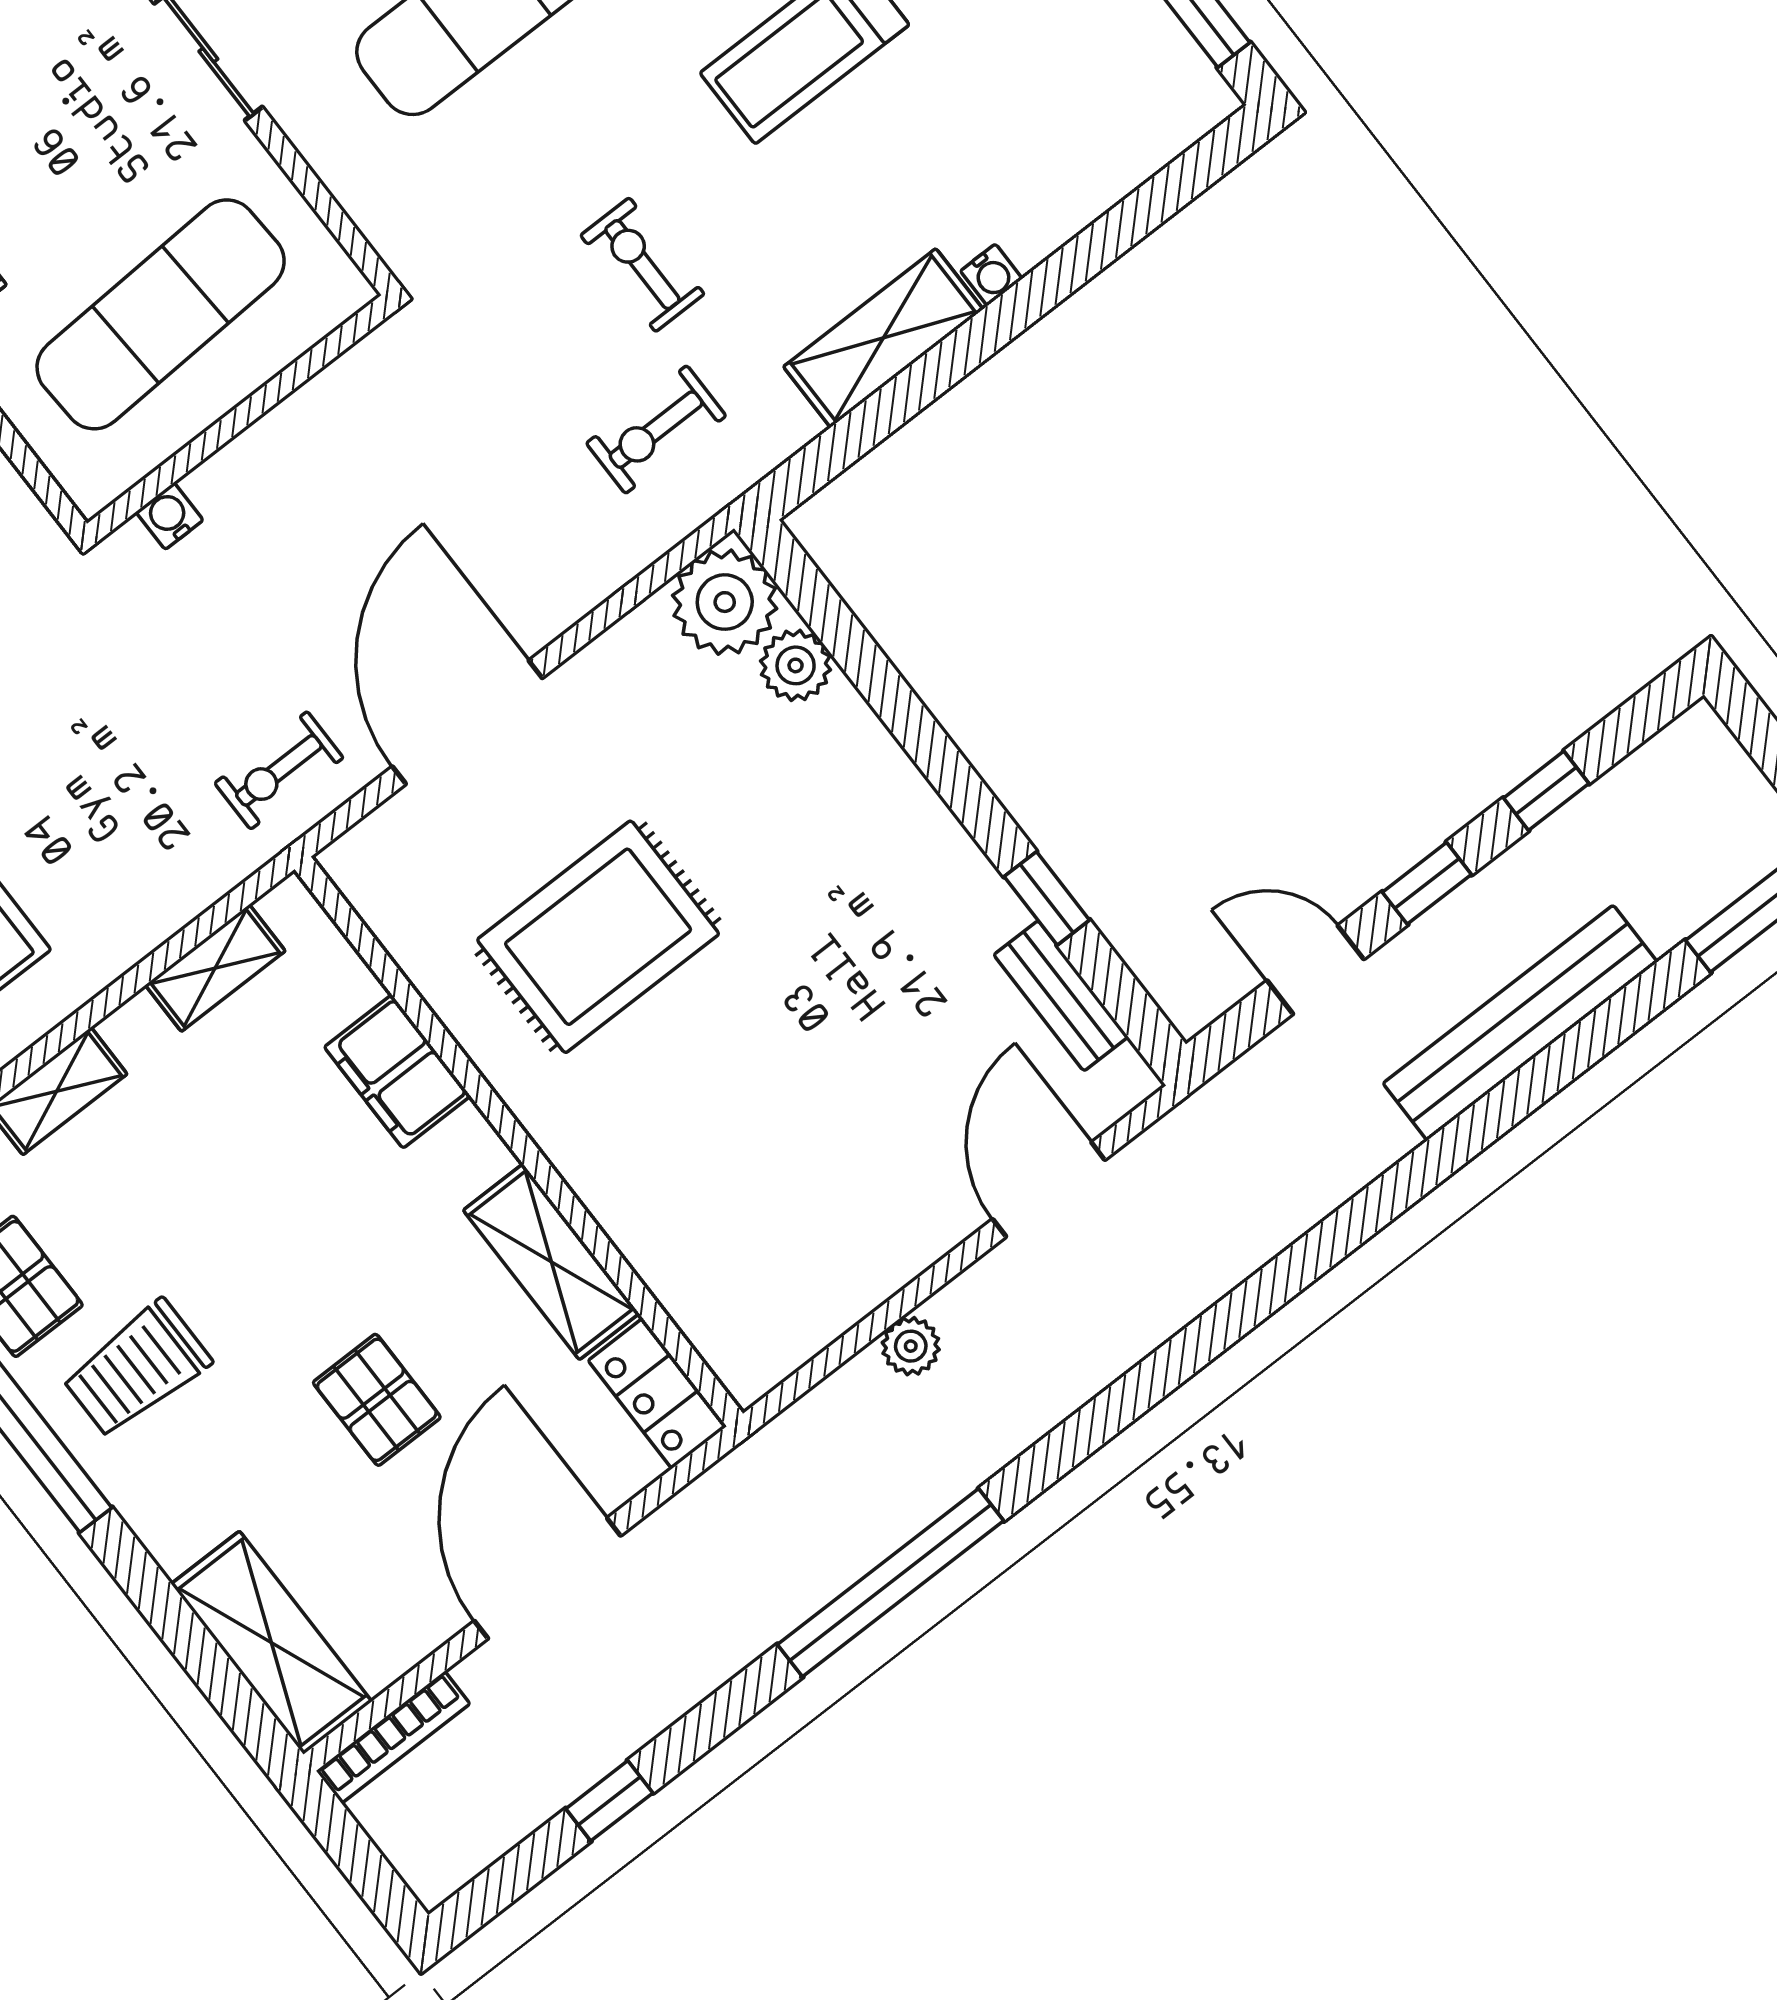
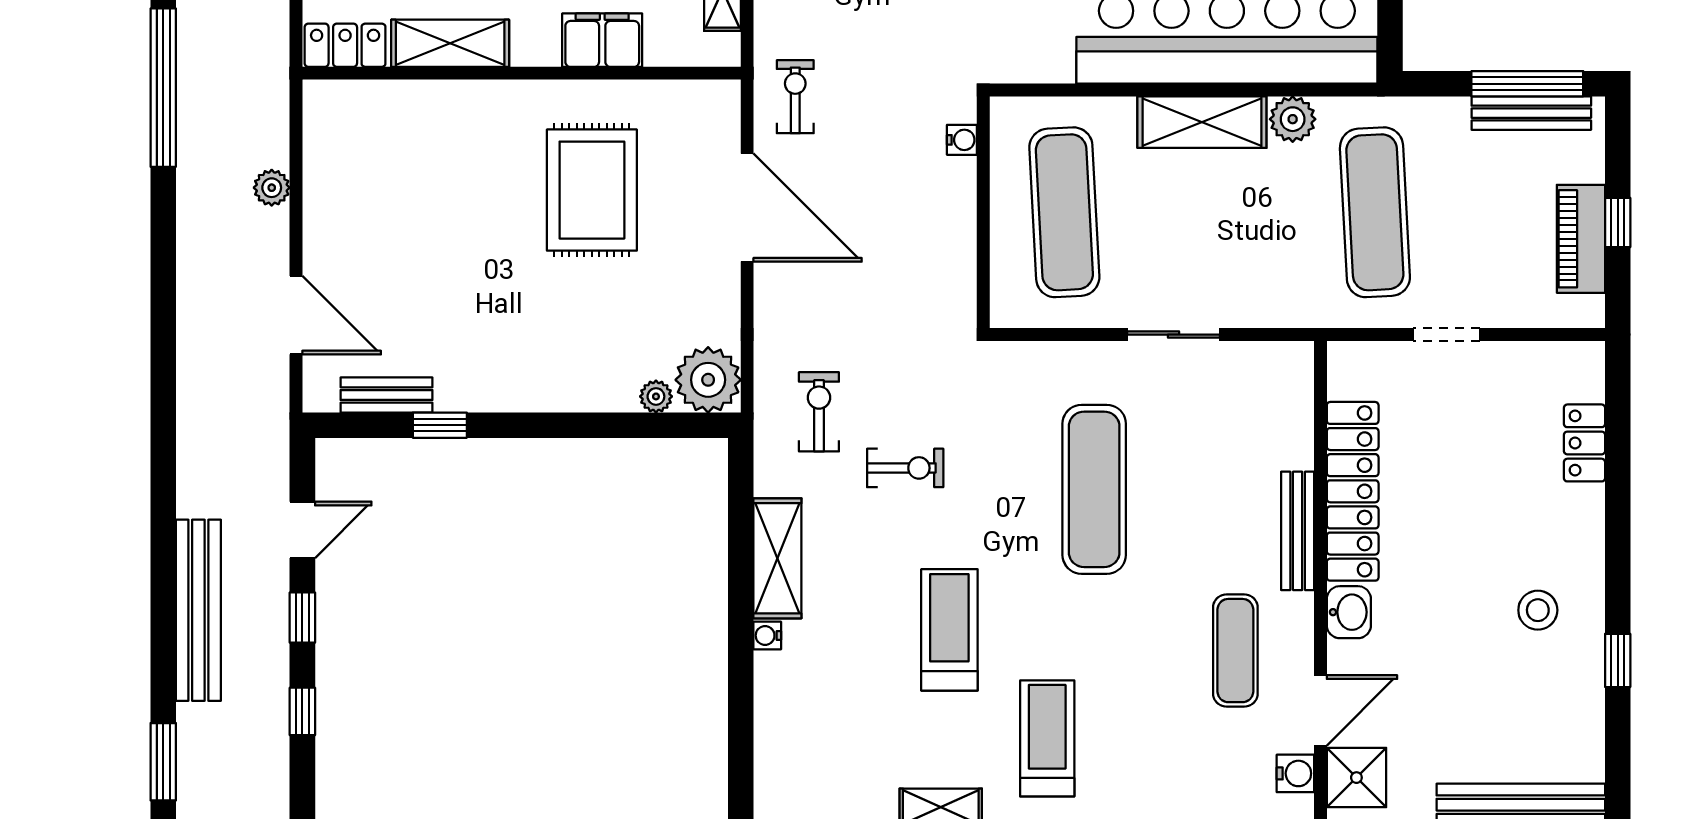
plant: (796, 665) -> (656, 396), width x0.73, depth x0.73

